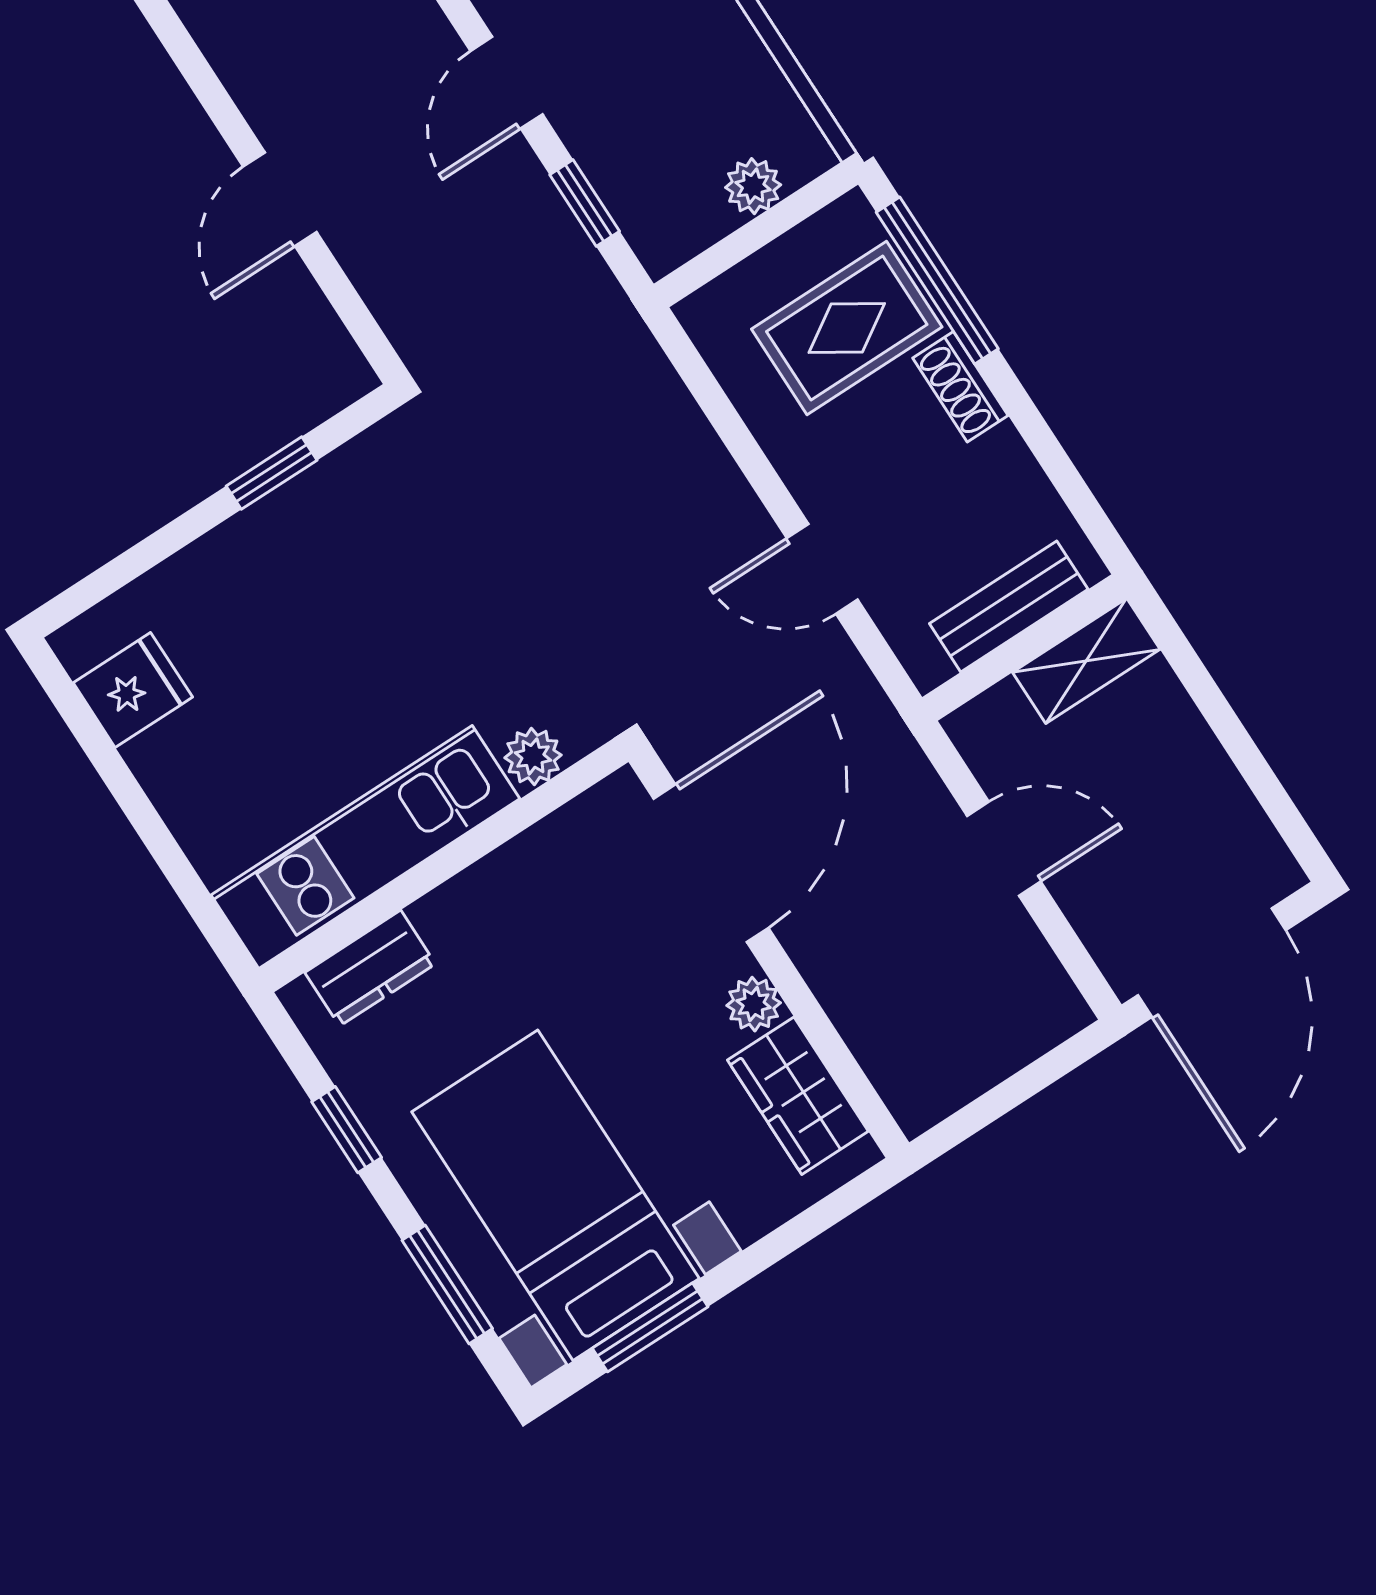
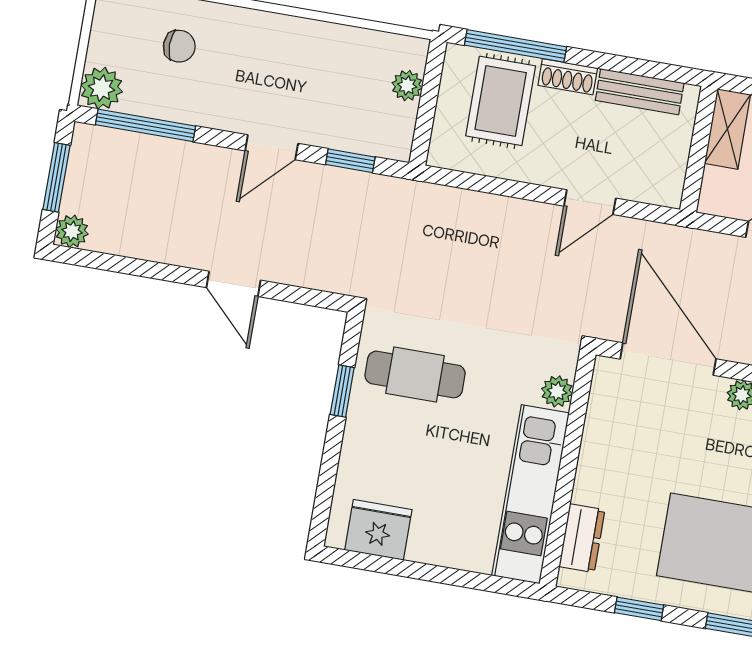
door: (507, 83) -> (272, 147), hinge flipped
cafe table: (382, 549) -> (415, 374), added
bench: (1009, 606) -> (640, 92), moved, turned 90
fridge: (133, 690) -> (378, 530), width x1.38

